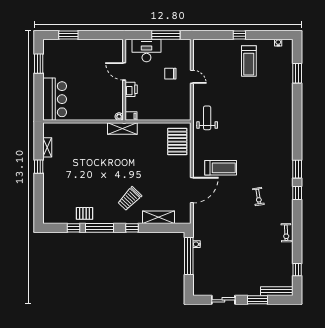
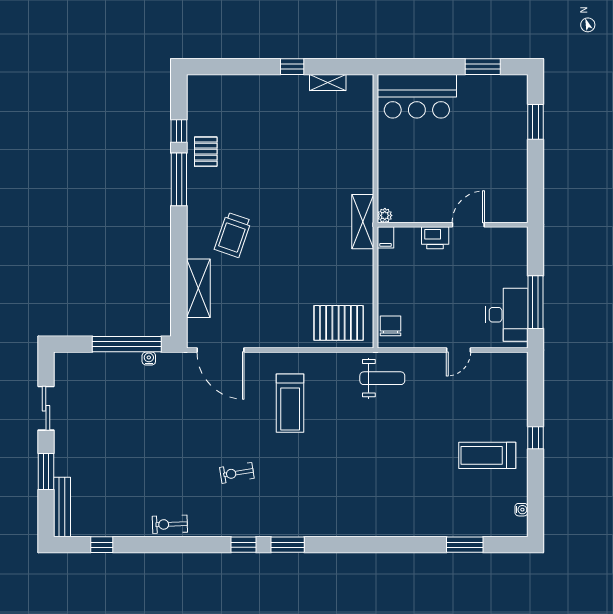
desk: (146, 51) -> (507, 315), moved
chair: (170, 74) -> (391, 326), moved
door: (192, 190) -> (220, 350), moved
trolley: (130, 199) -> (233, 235), turned -115
window: (132, 228) -> (179, 239), removed

